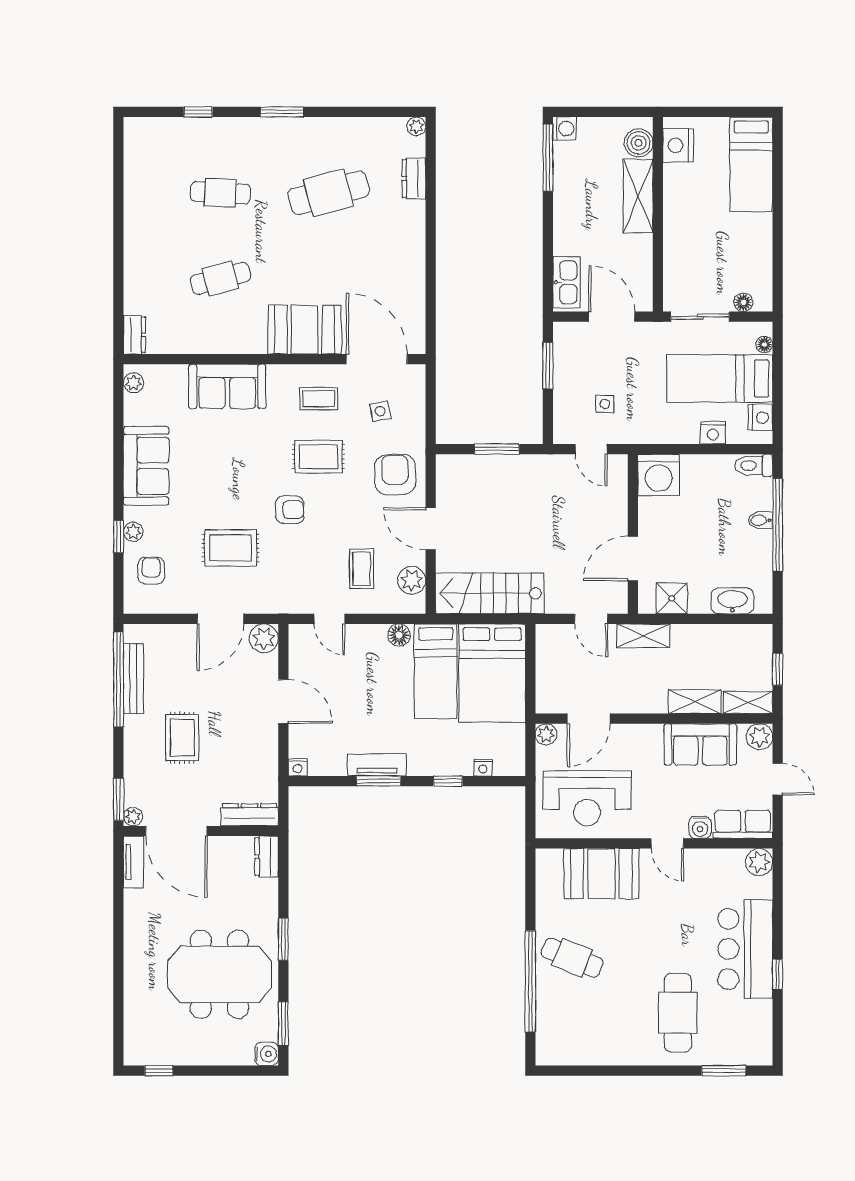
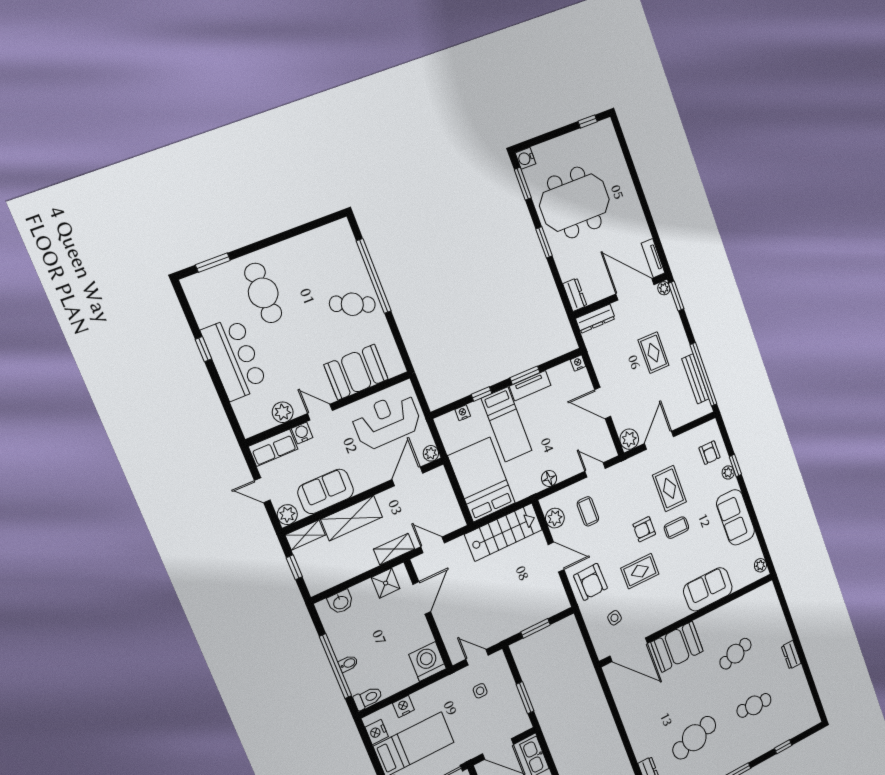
dresser: (134, 335) -> (791, 655), moved
coffee table: (319, 399) -> (676, 528), moved
rug: (231, 548) -> (670, 488), turned 90
washbasin: (732, 601) -> (341, 602), width x0.72
bed: (436, 671) -> (507, 424), moved, turned 180
shelving: (695, 702) -> (352, 518), width x1.50, depth x1.33
plant: (759, 862) -> (283, 412), moved

